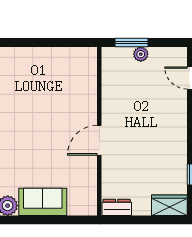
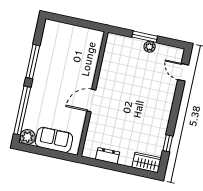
wall: (99, 131) -> (93, 94), moved
door: (99, 140) -> (91, 100), moved

